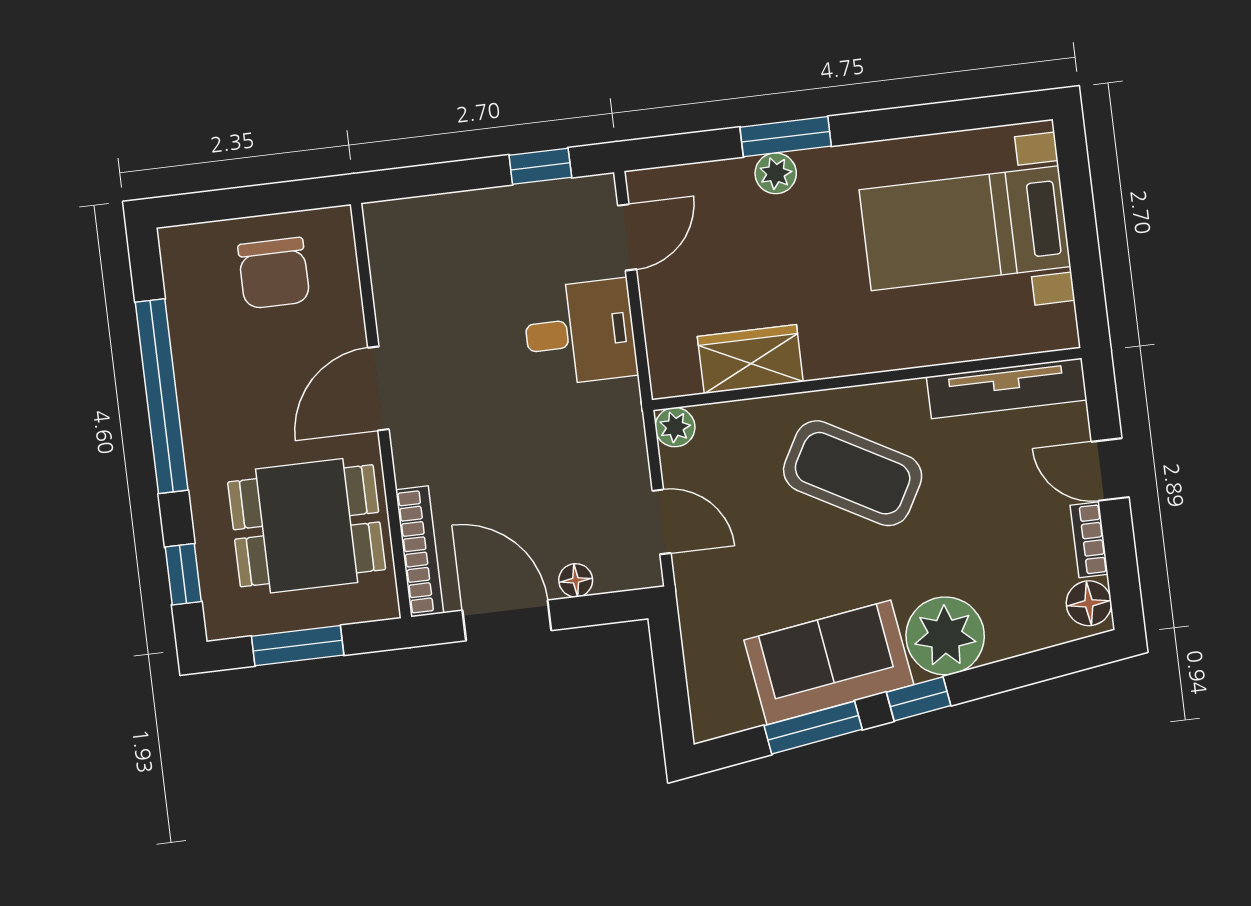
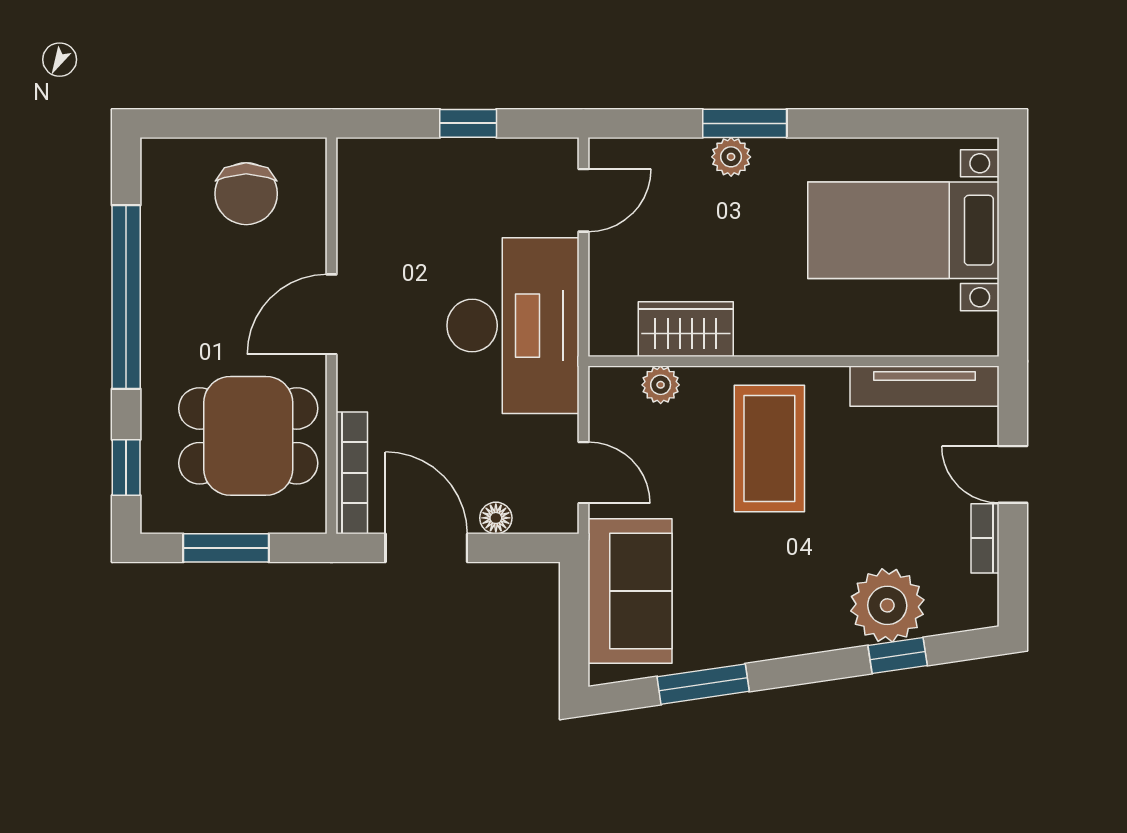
window: (540, 166) -> (468, 123), moved
desk: (580, 332) -> (513, 326), width x1.87, depth x1.30
plant: (675, 427) -> (661, 385), moved
coffee table: (853, 473) -> (769, 449), turned 61
floor lamp: (1089, 603) -> (977, 598), removed
plant: (945, 636) -> (887, 605), moved
sofa: (829, 662) -> (630, 591), moved, turned 98
window: (919, 699) -> (898, 656), moved

